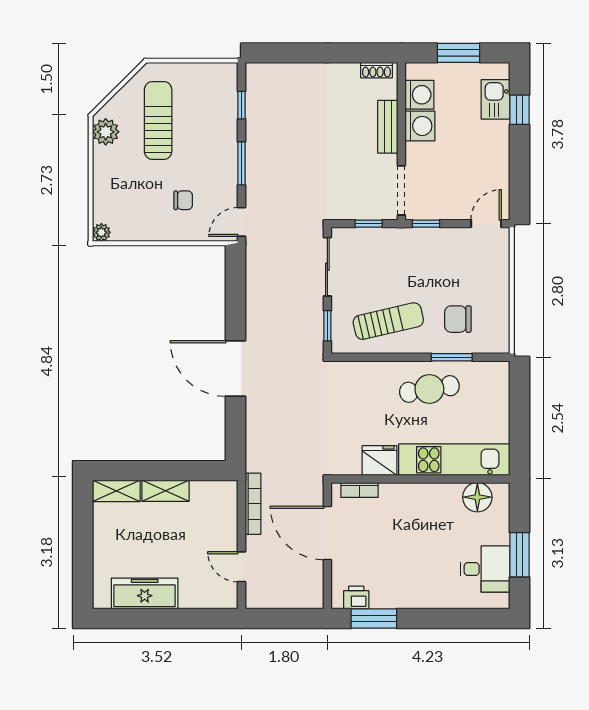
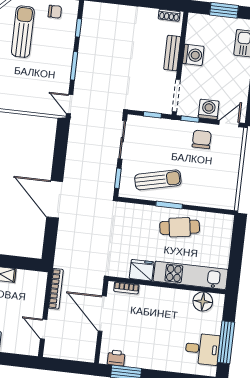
washing machine: (419, 95) -> (209, 109), moved, turned -90
chair: (183, 200) -> (55, 12), moved
door: (241, 222) -> (70, 104), hinge flipped
chair: (458, 319) -> (202, 139), moved, turned 90
window: (452, 357) -> (169, 205), moved
window: (520, 555) -> (226, 342), width x1.44

